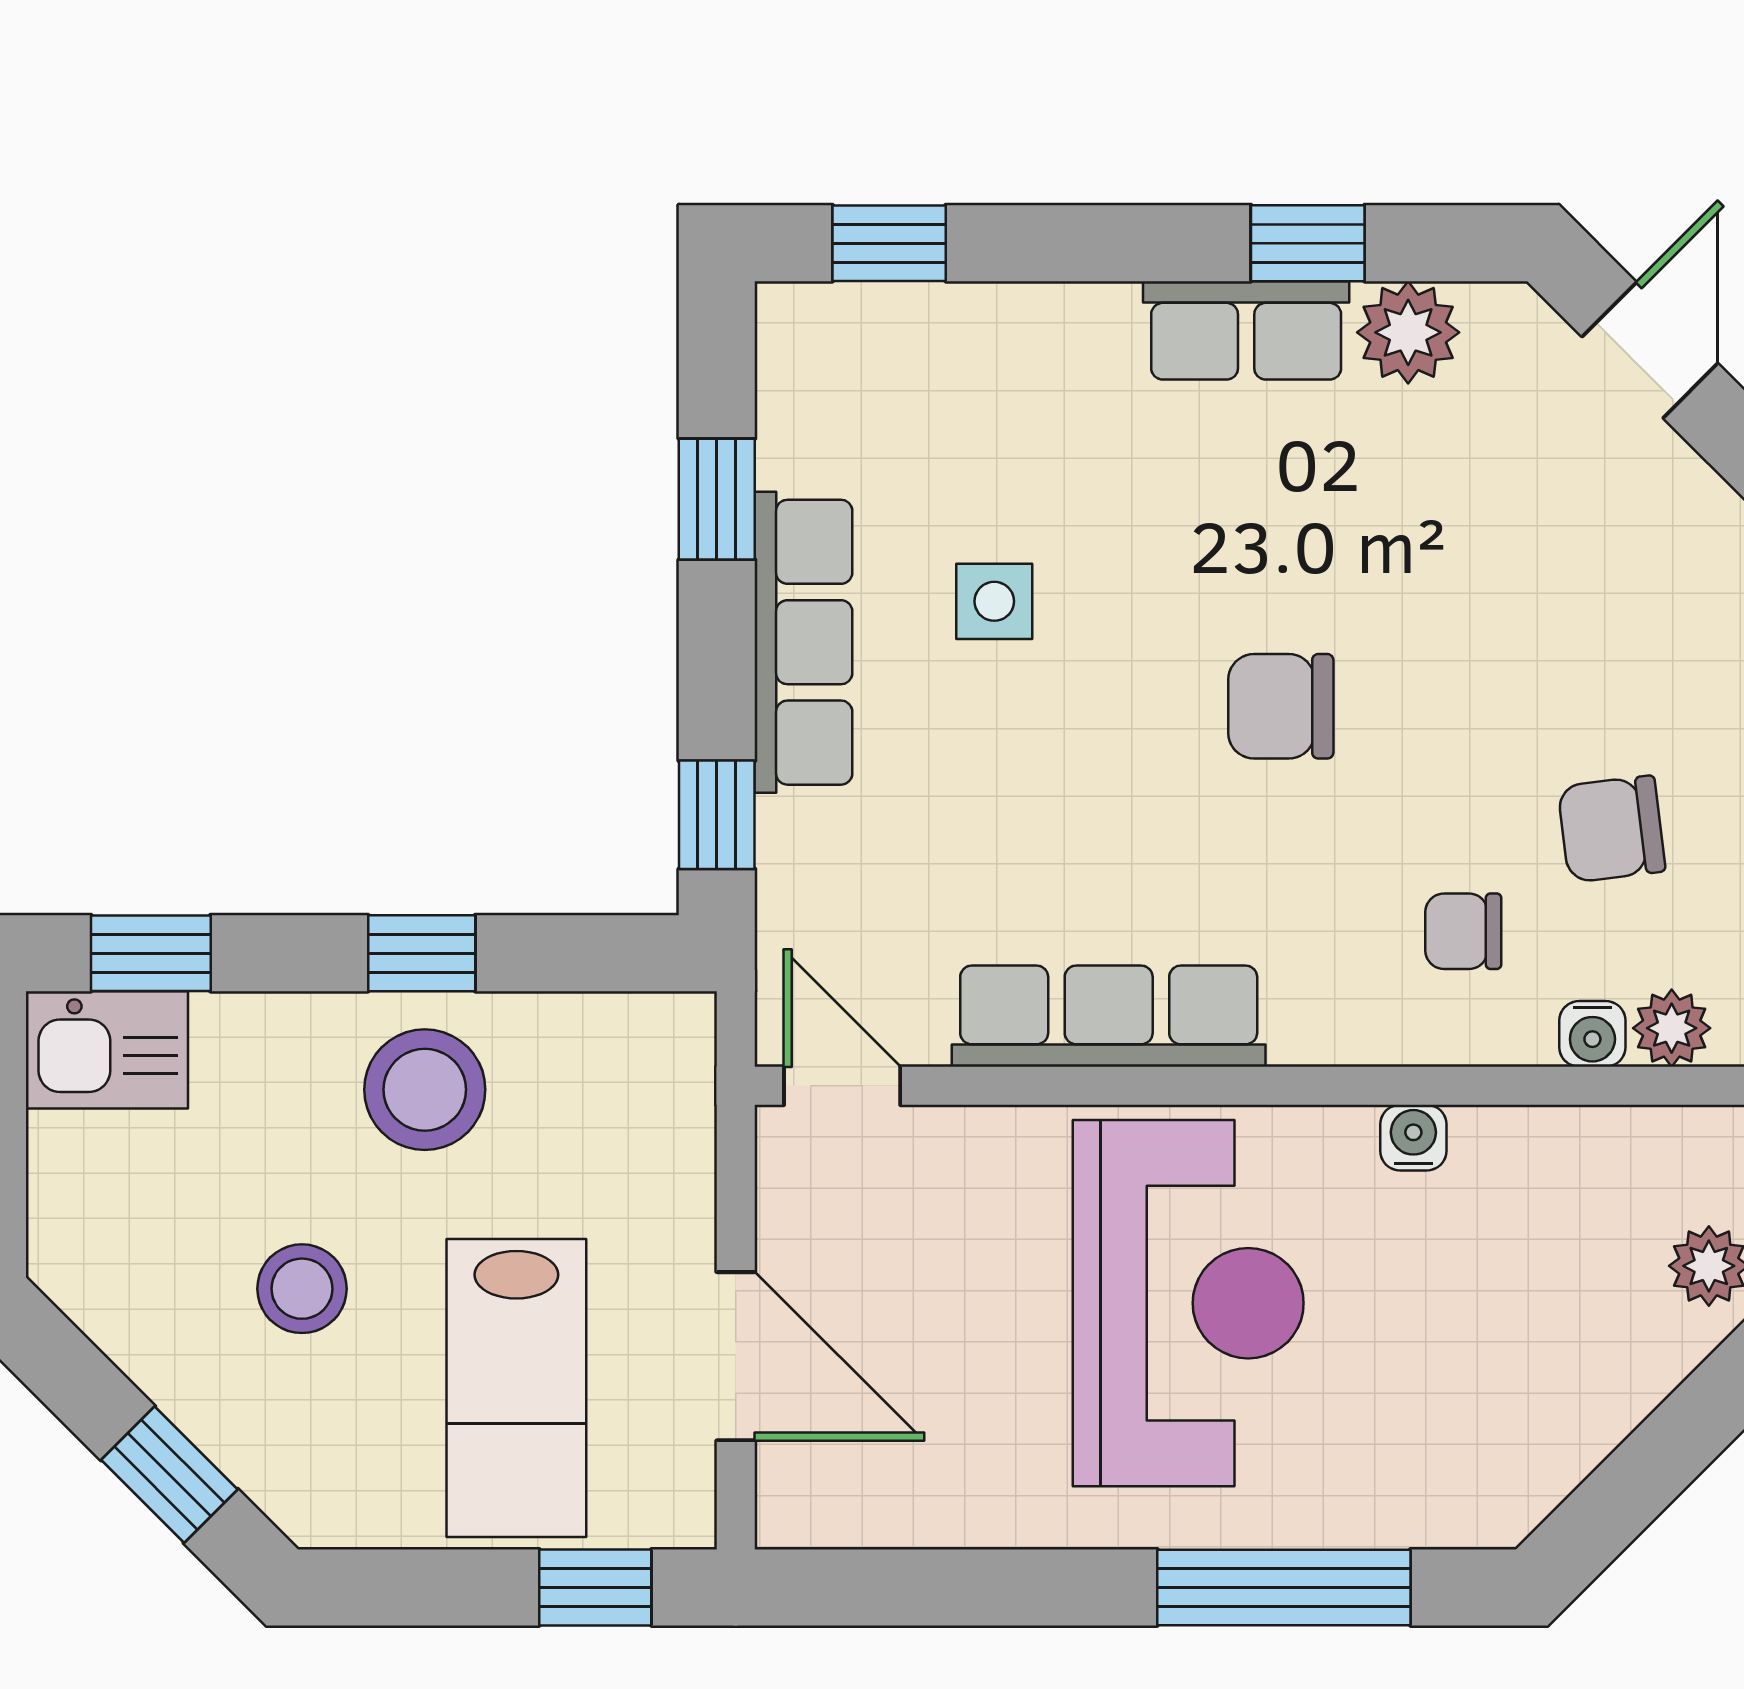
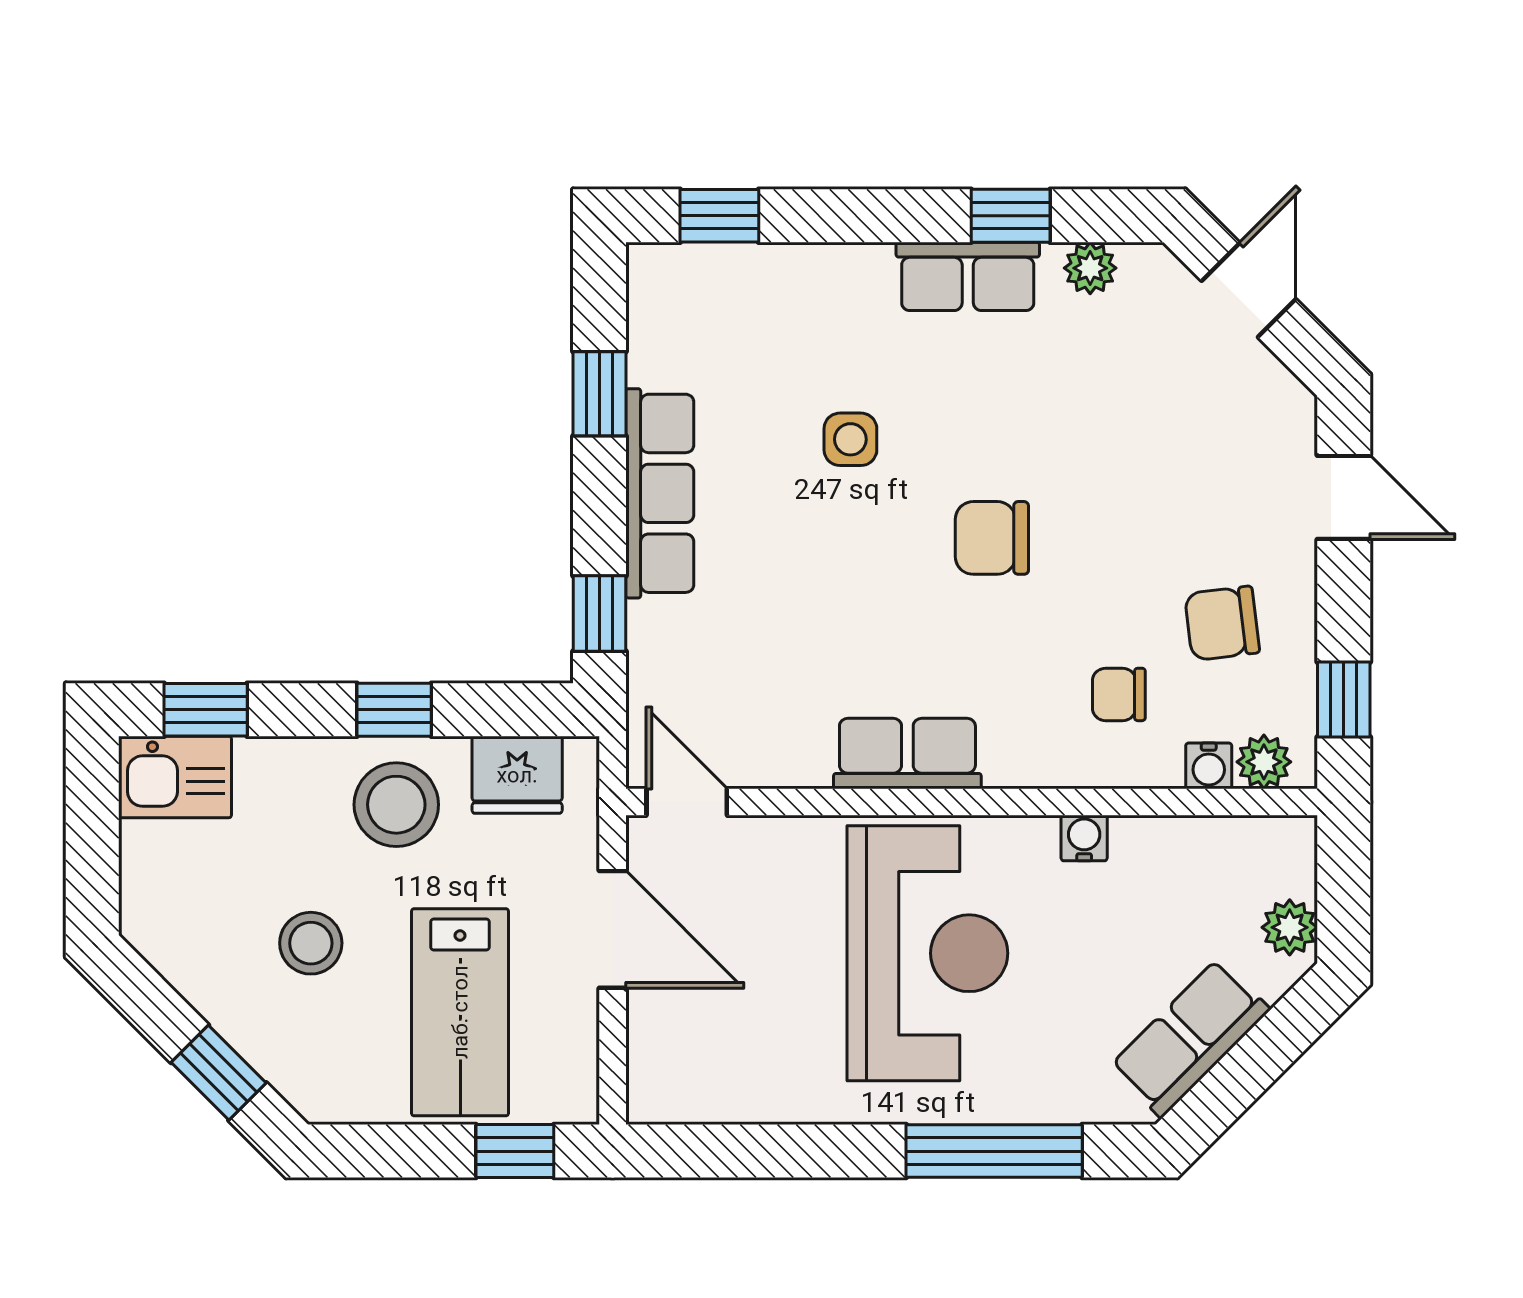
plant: (1408, 332) -> (1090, 268), width x0.73, depth x0.73
side table: (994, 601) -> (850, 439), moved
row of seats: (1109, 1016) -> (907, 753), width x0.68
fridge: (598, 1047) -> (517, 775), added
door: (736, 1356) -> (613, 929), moved
row of seats: (1565, 1425) -> (1190, 1038), added

